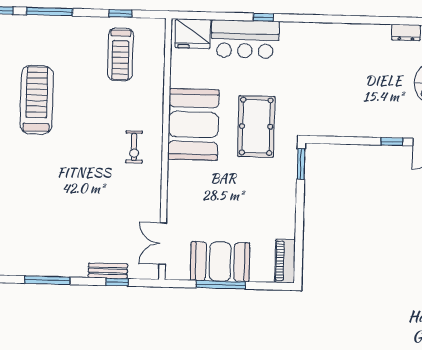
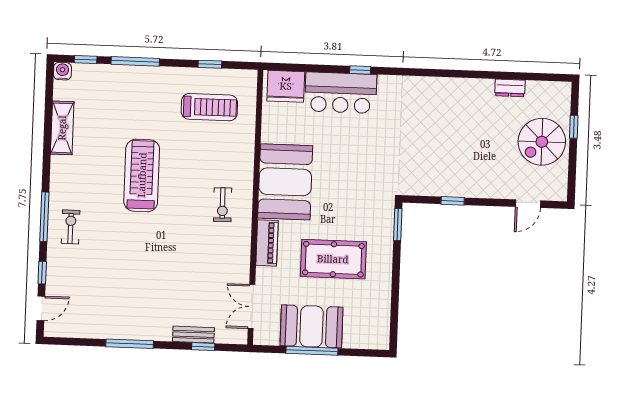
treadmill: (120, 54) -> (209, 107), turned -90
treadmill: (37, 100) -> (142, 175), moved
pool table: (256, 126) -> (333, 259), moved, turned 90
window: (392, 142) -> (453, 201), moved
piano: (285, 261) -> (267, 243), moved, turned 180

